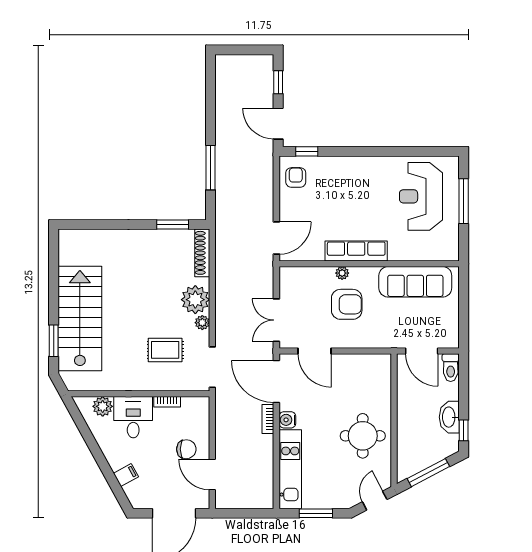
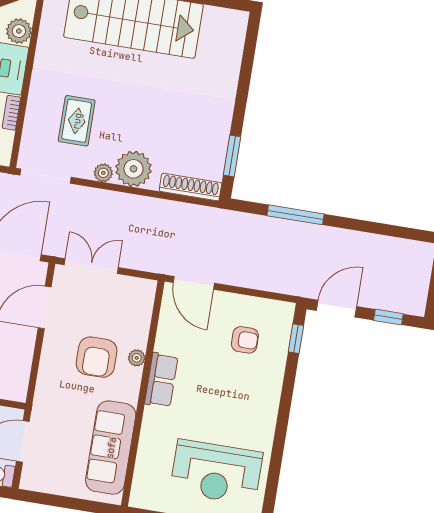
armchair: (296, 177) -> (245, 340), moved
reception desk: (421, 196) -> (216, 472), turned 180
row of seats: (356, 251) -> (161, 380), width x0.68

